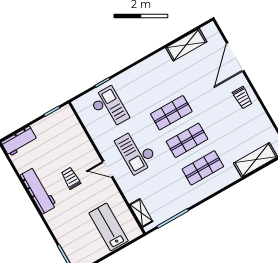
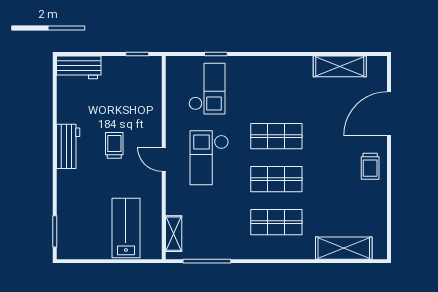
workbench: (38, 191) -> (68, 146), width x0.73

